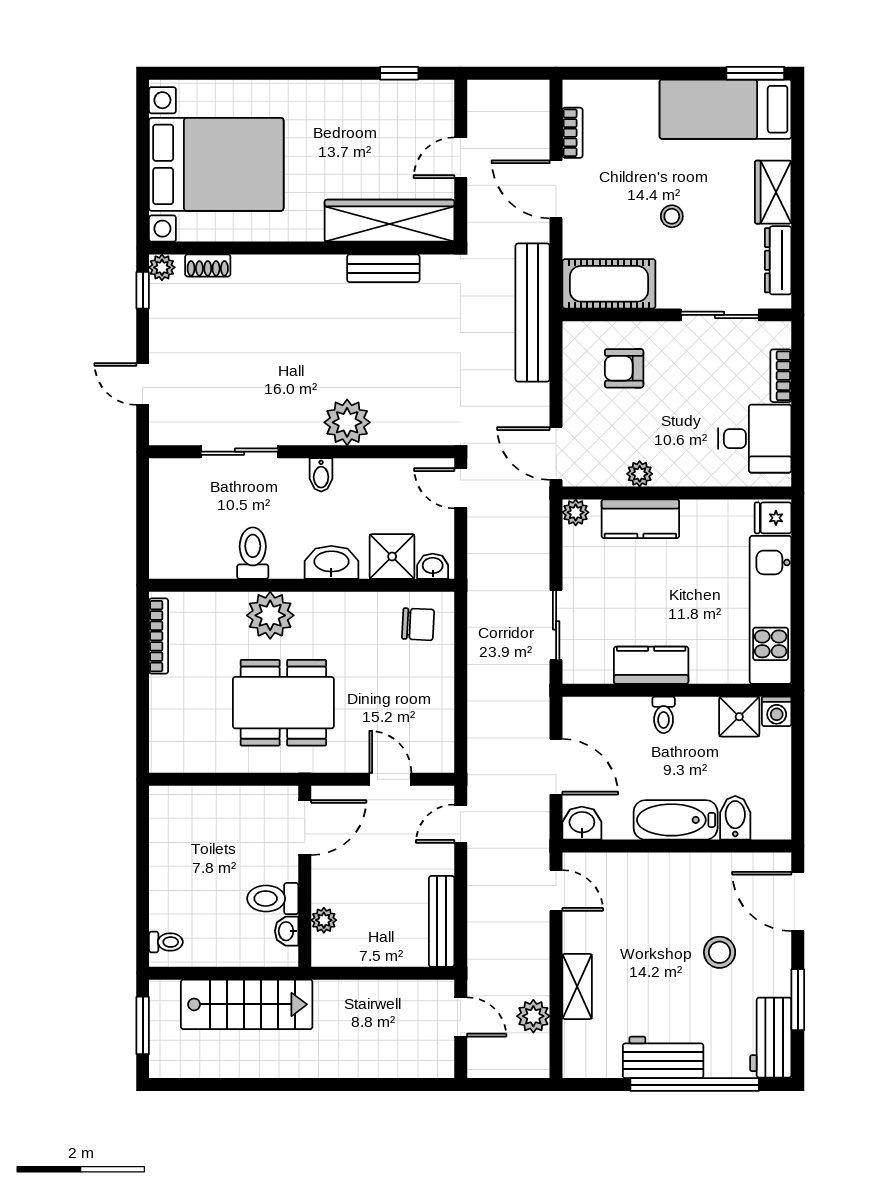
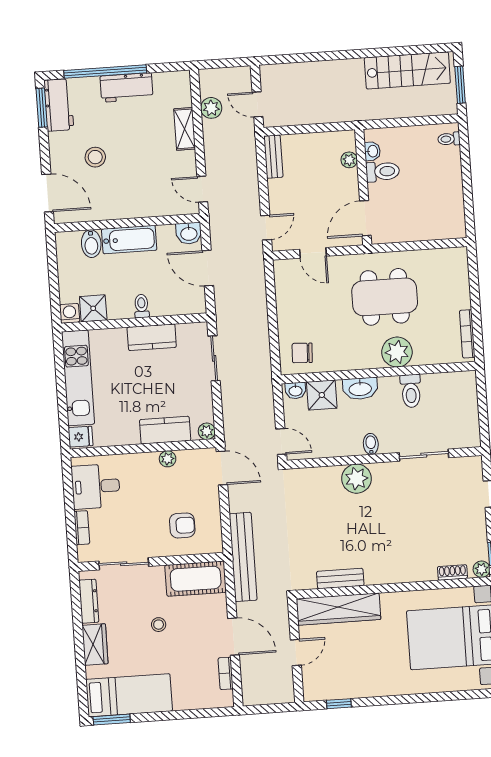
bench: (442, 921) -> (273, 157), width x0.73
window: (798, 1000) -> (42, 108), moved
stairs: (247, 1004) -> (407, 70), moved, turned 180

